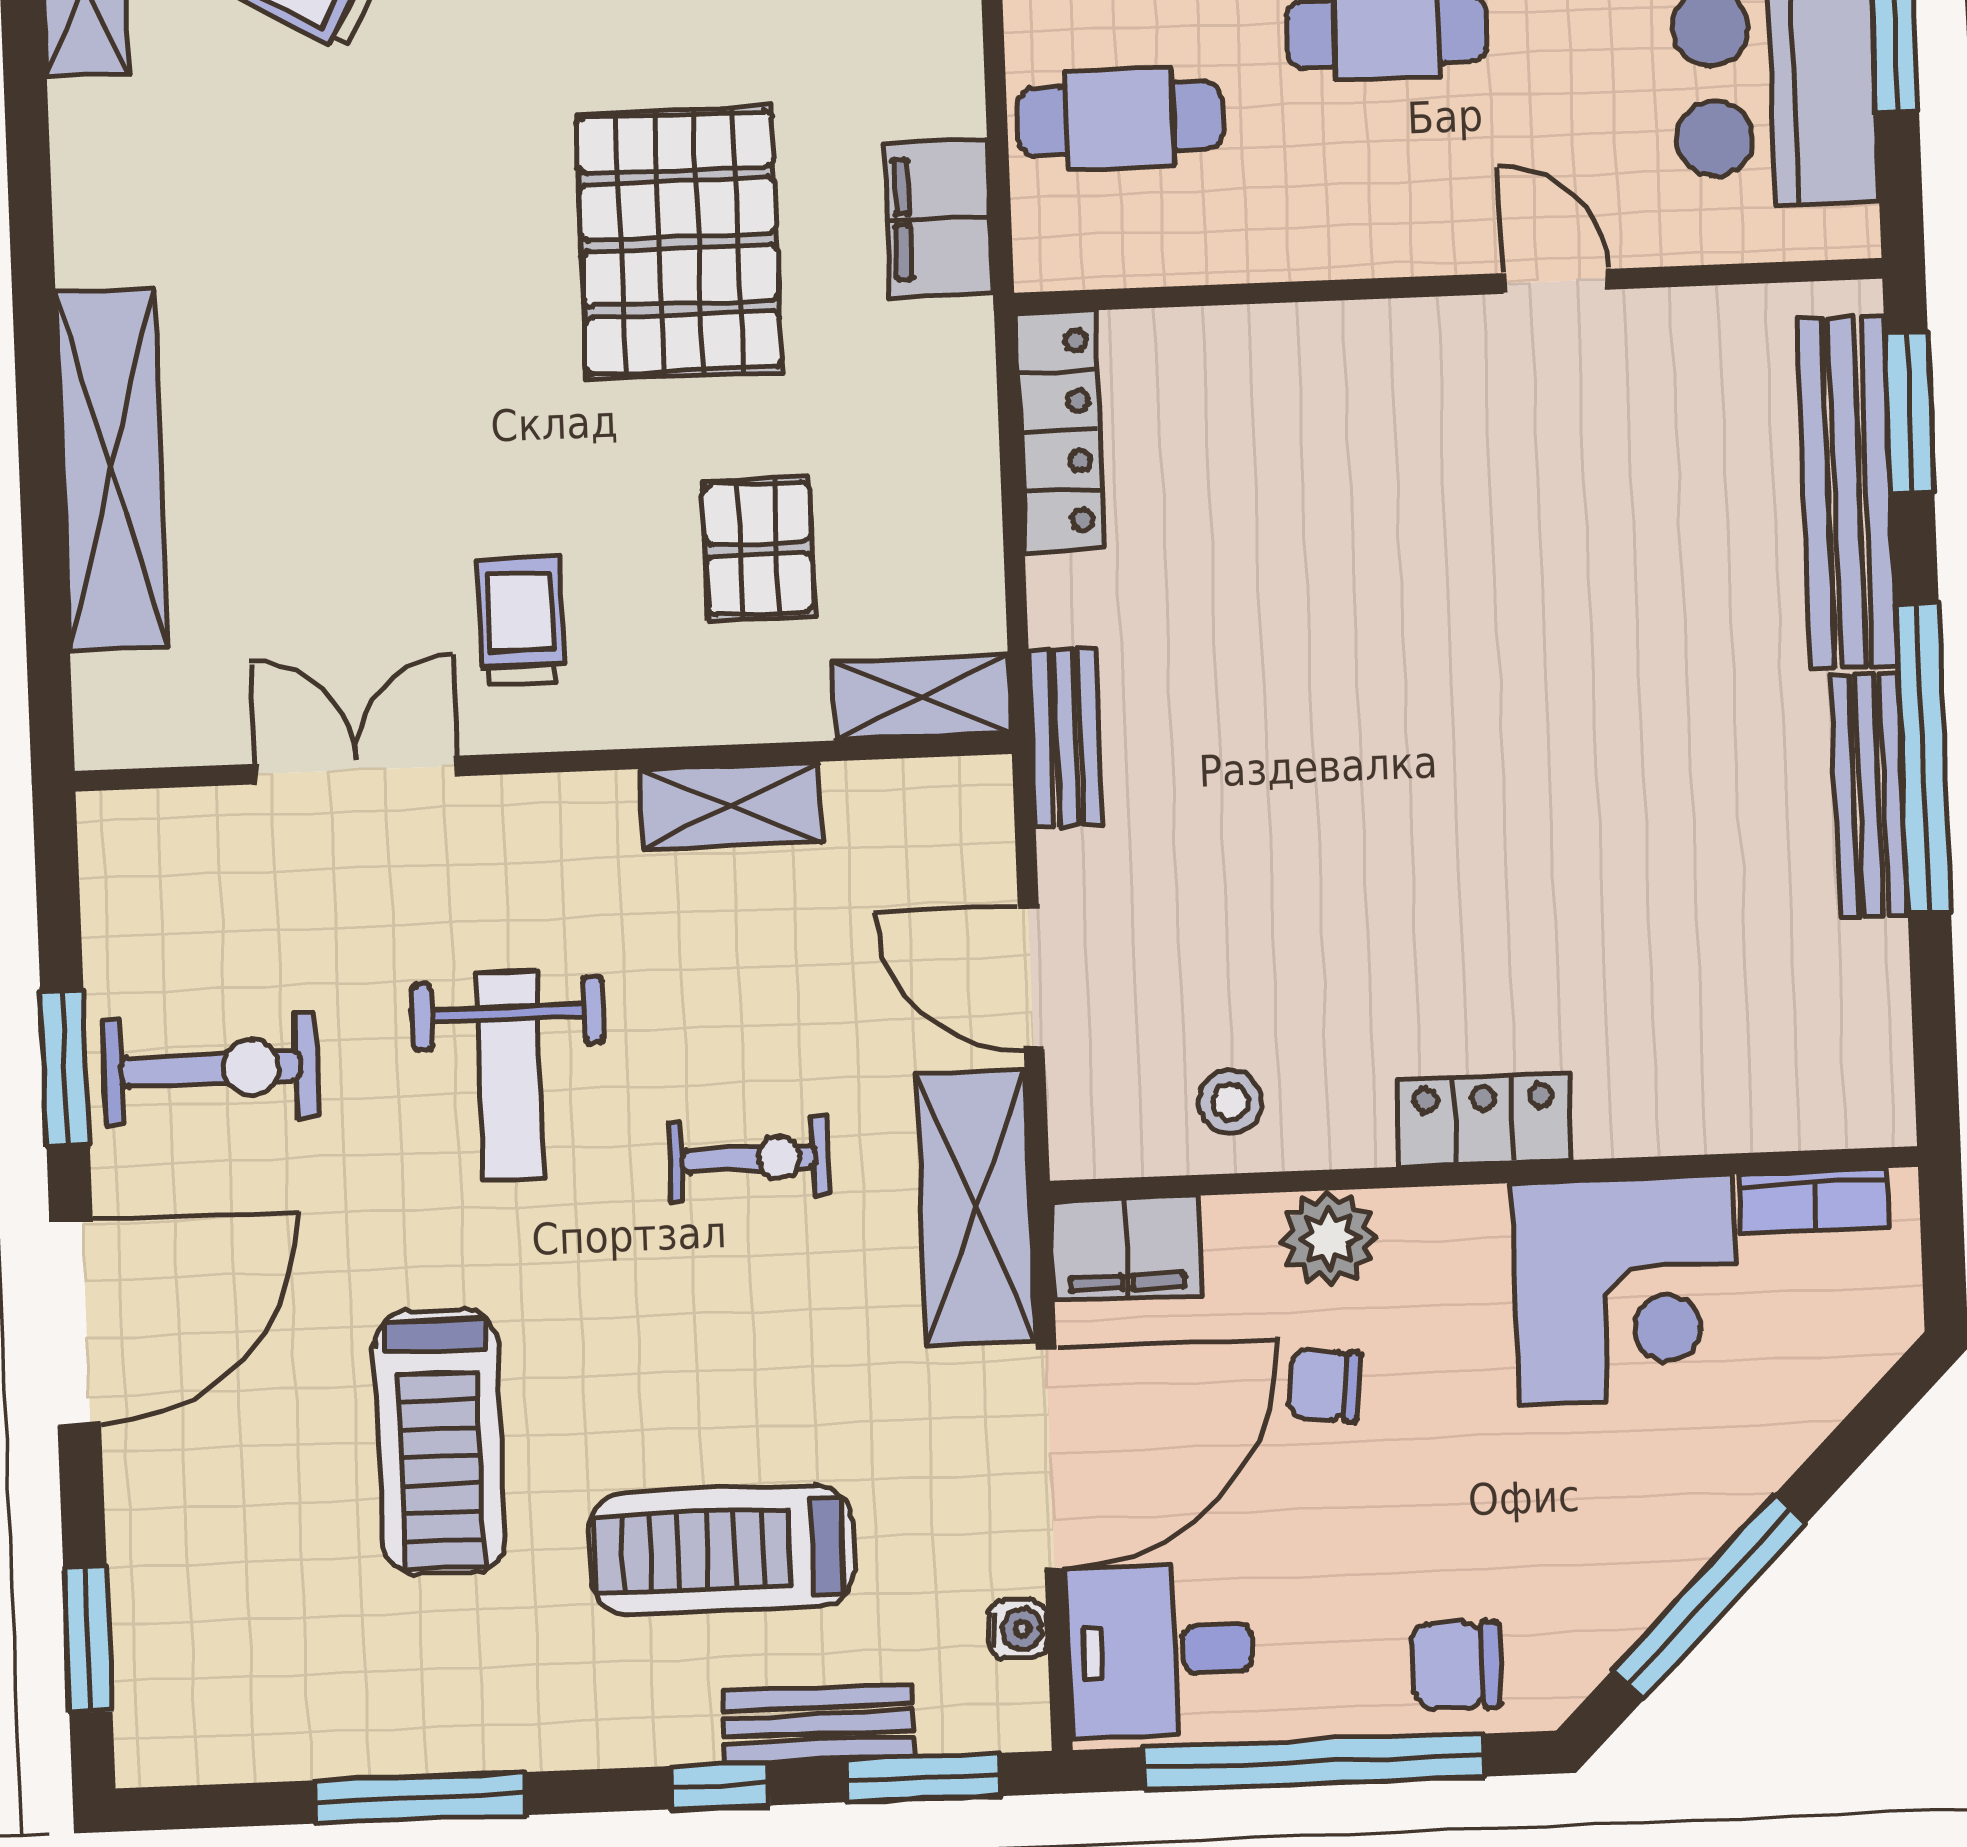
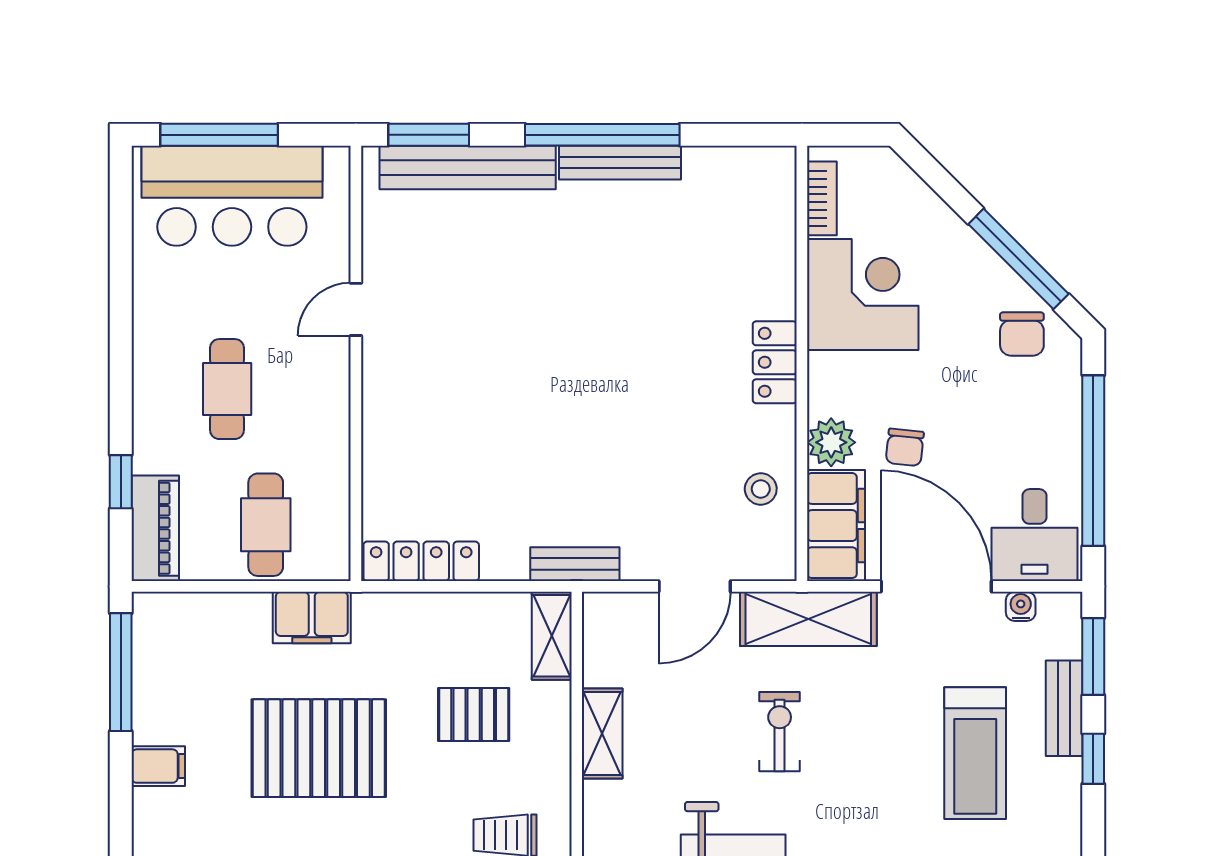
filing cabinet: (1126, 1248) -> (836, 526), width x1.50, depth x1.17
chair: (1456, 1665) -> (1022, 334), moved

